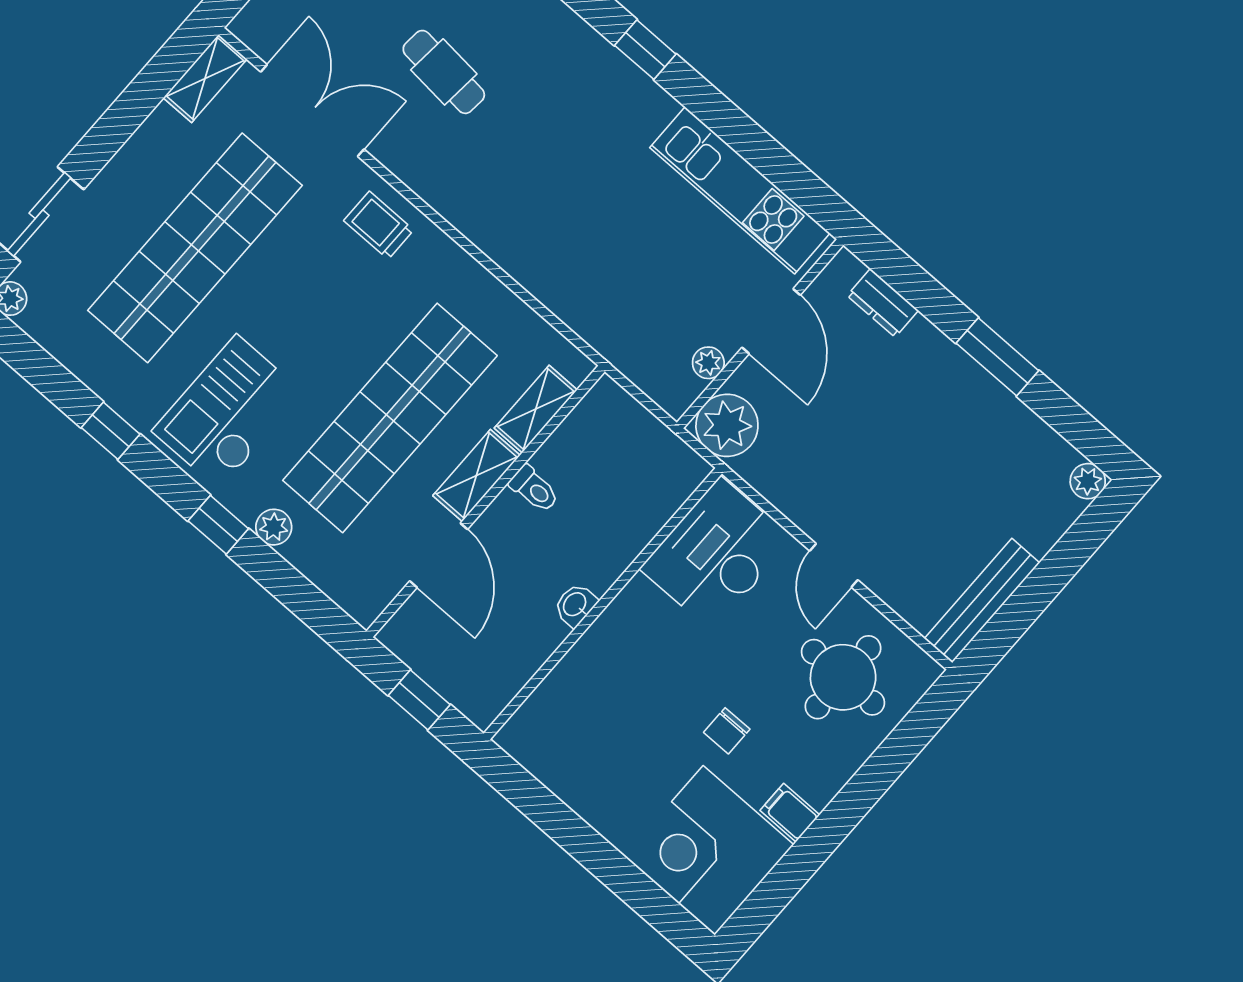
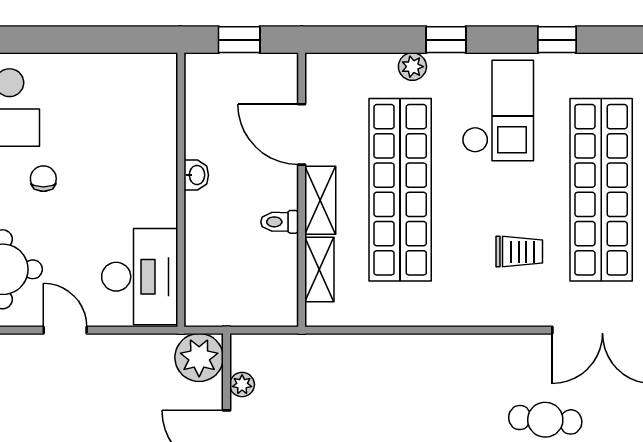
trolley: (379, 225) -> (519, 252), moved

